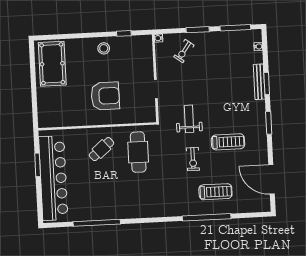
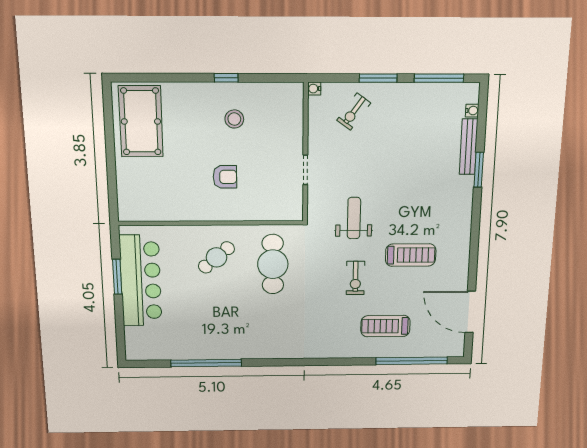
window: (124, 33) -> (226, 78), moved
stool: (104, 48) -> (234, 119), moved
bench: (259, 82) -> (469, 147), moved
armchair: (105, 96) -> (225, 177), width x0.53, depth x0.53
window: (269, 123) -> (475, 229), removed
bar counter: (53, 178) -> (141, 281), width x0.73
treadmill: (215, 192) -> (385, 326), turned 180
window: (207, 217) -> (412, 361), moved

